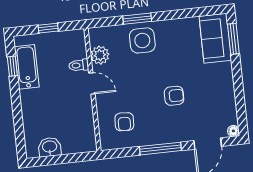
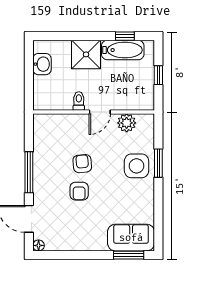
toilet: (79, 65) -> (79, 101), moved
shower: (35, 104) -> (86, 54), added
armchair: (124, 122) -> (82, 164), moved, turned 82

